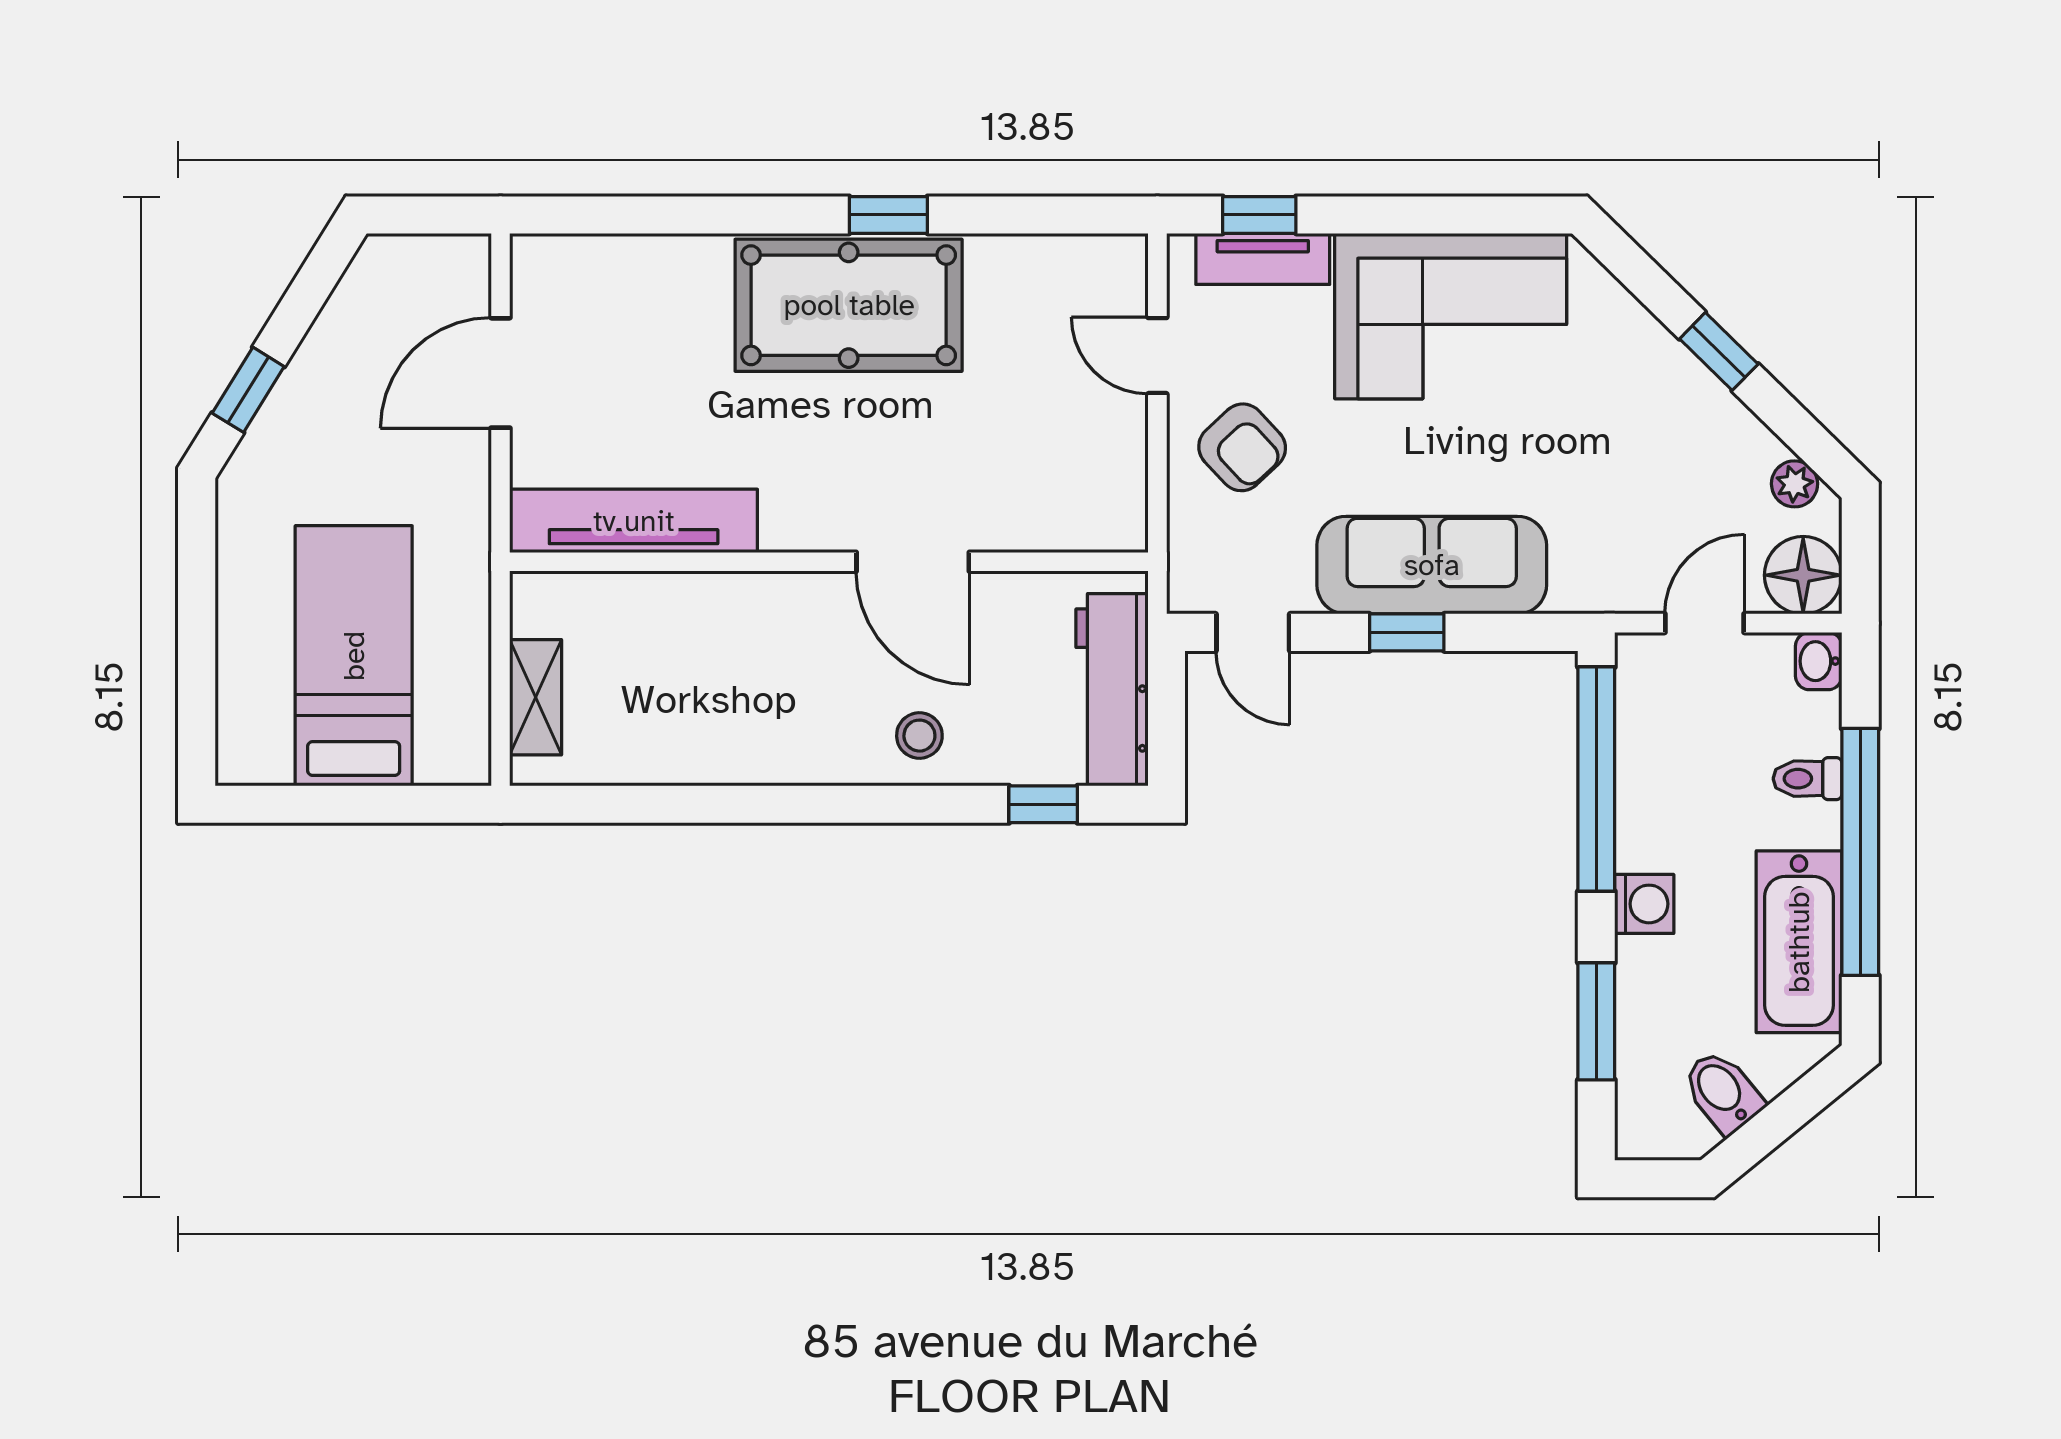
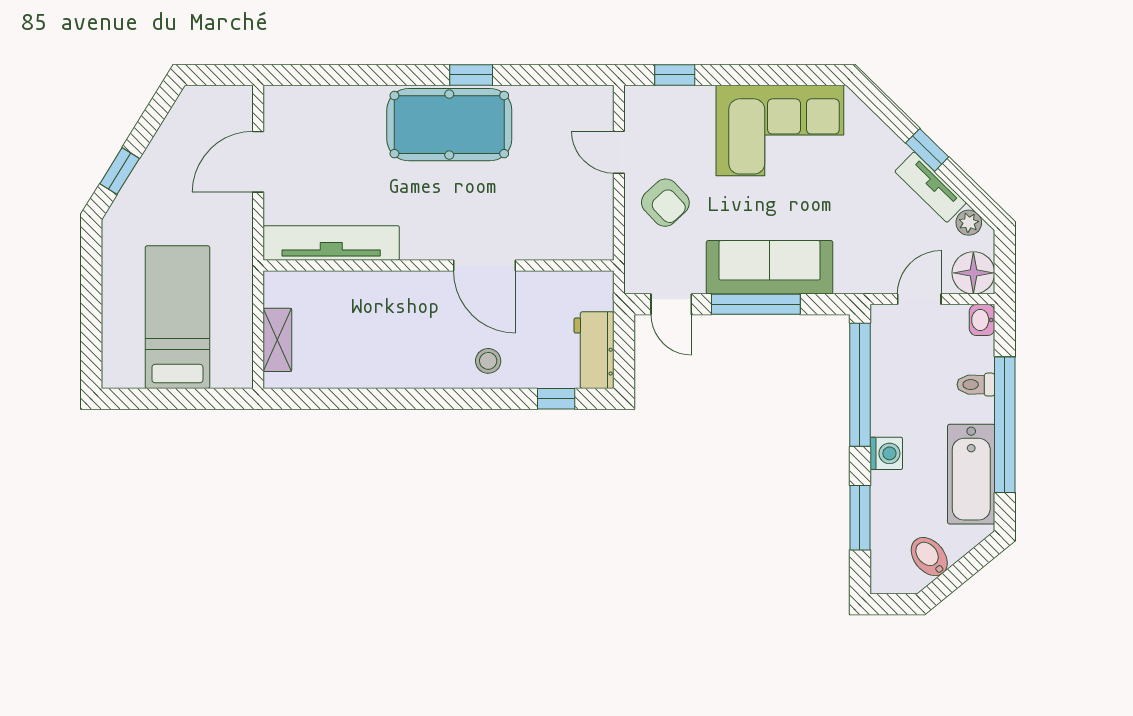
tv unit: (1263, 259) -> (931, 187), moved, turned 44
window: (1407, 632) -> (756, 304), width x2.17
workbench: (1112, 690) -> (594, 350), width x0.73

